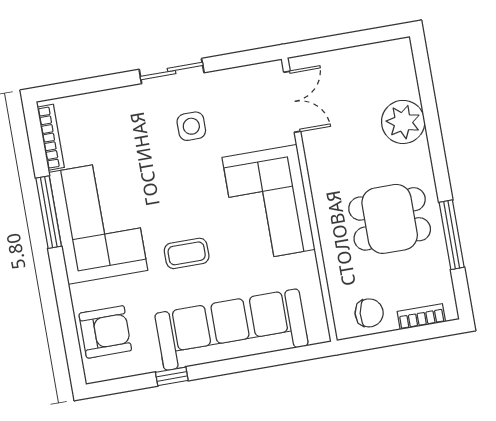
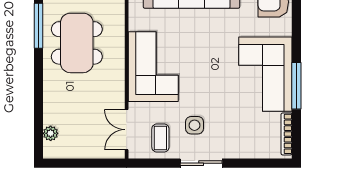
plant: (403, 122) -> (51, 133), moved, width x0.53, depth x0.53
dining table: (390, 219) -> (77, 43), width x1.38
coffee table: (187, 253) -> (160, 138), moved, turned 90

